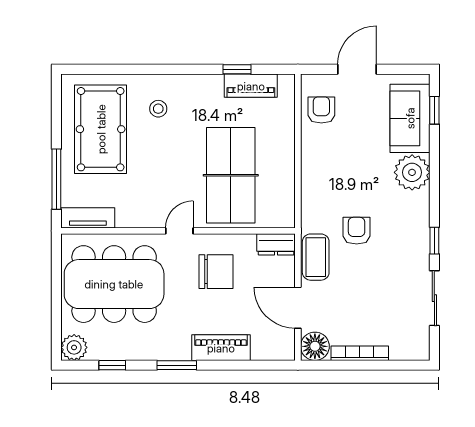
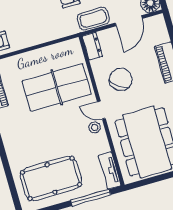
stool: (158, 109) -> (95, 127), moved
chair: (216, 272) -> (121, 79), turned 36

